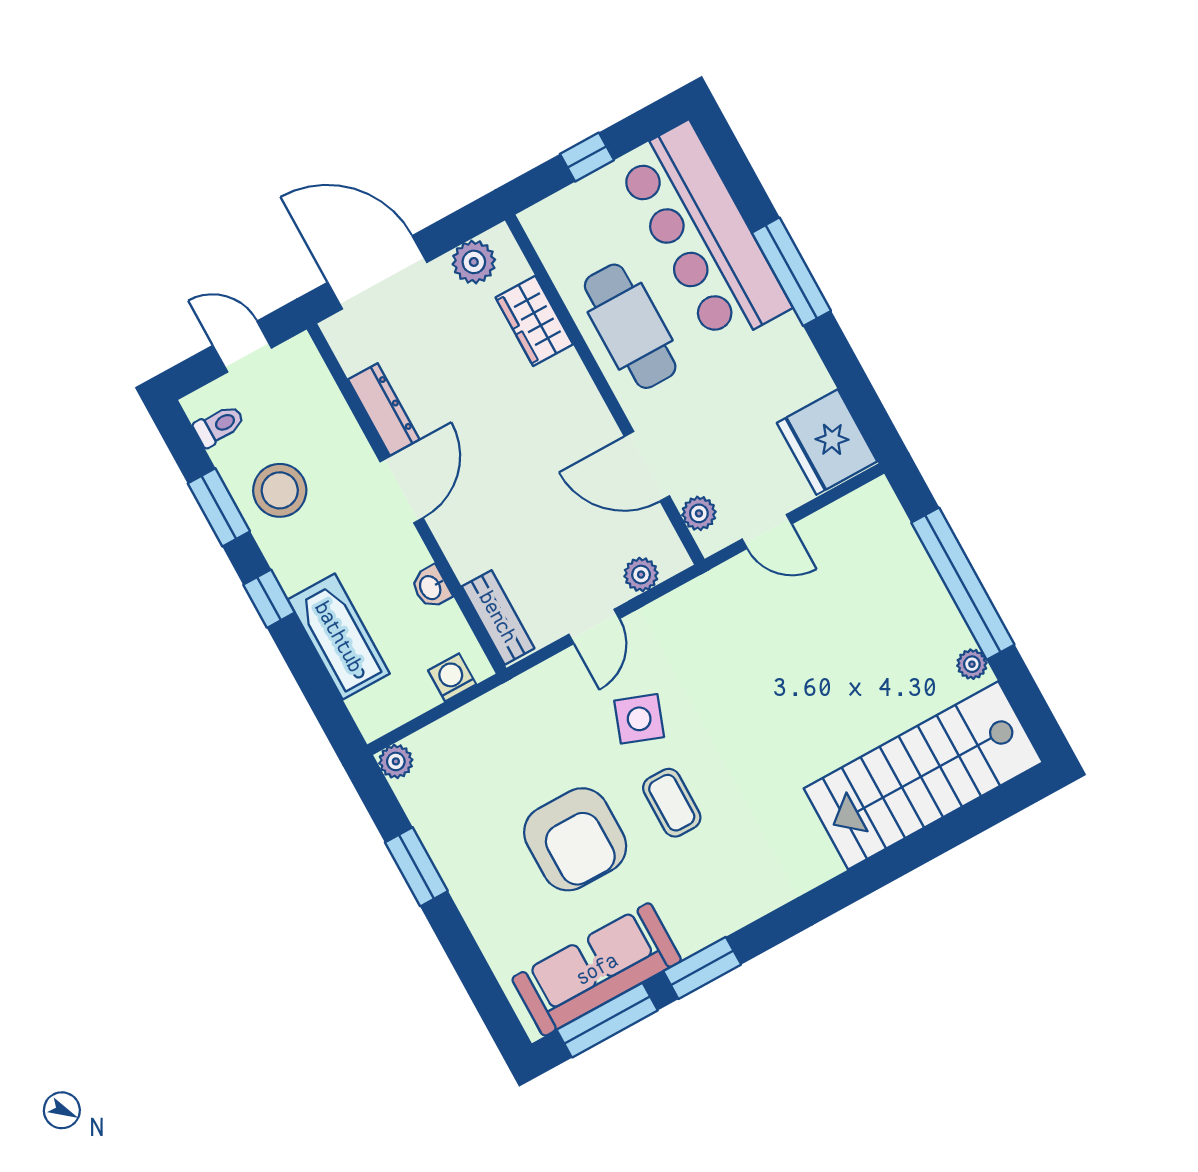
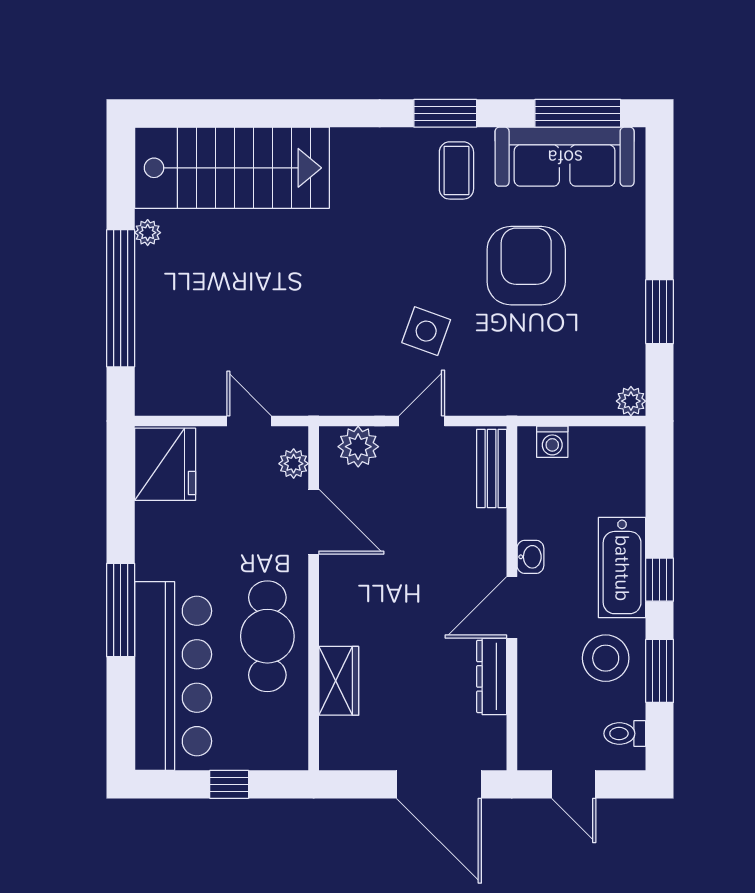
plant: (474, 262) -> (360, 752), removed
plant: (641, 575) -> (358, 447), width x1.38, depth x1.38
washbasin: (431, 587) -> (530, 557), moved
bathtub: (339, 637) -> (622, 568), moved
coffee table: (672, 803) -> (456, 170), moved
window: (702, 968) -> (445, 113), moved

